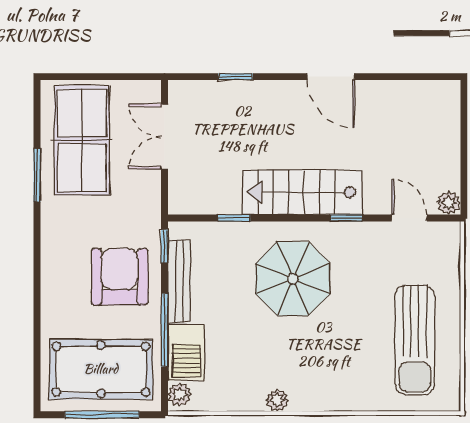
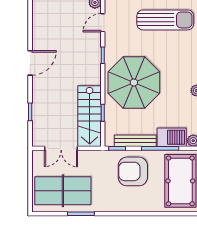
stairs: (302, 192) -> (90, 116), moved
parasol: (293, 279) -> (134, 83), width x1.36, depth x1.36

